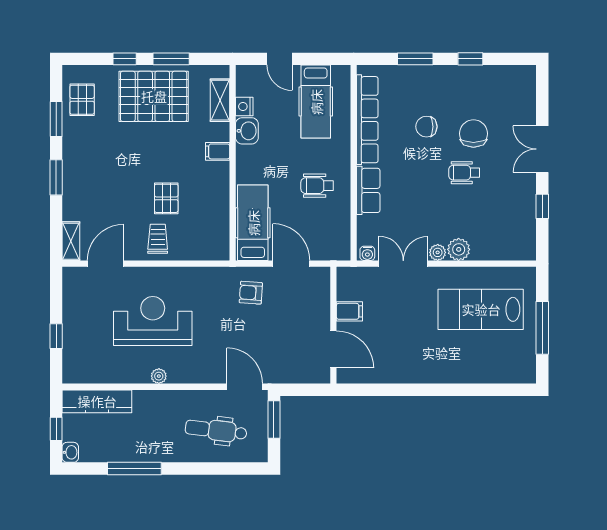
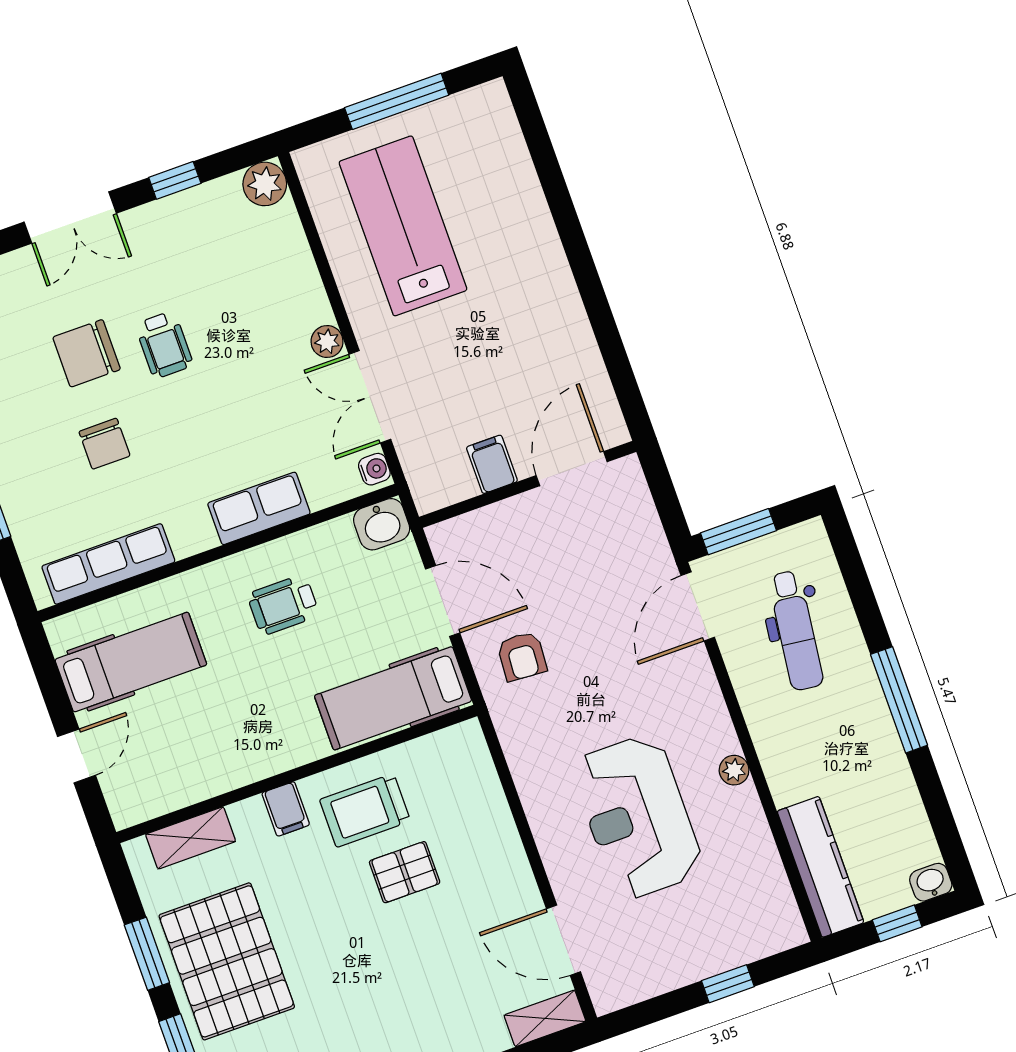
nightstand: (244, 106) -> (186, 789), removed
row of seats: (367, 120) -> (108, 564), width x0.73
washbasin: (247, 131) -> (382, 524), moved, turned 180
wheelchair: (317, 186) -> (283, 605), turned 90
trolley: (158, 239) -> (365, 810), moved, width x1.36, depth x1.39
plant: (459, 249) -> (265, 184), moved
door: (291, 264) -> (443, 601), swing flipped
lab bench: (481, 309) -> (403, 226), turned 180
window: (134, 468) -> (899, 700), moved

